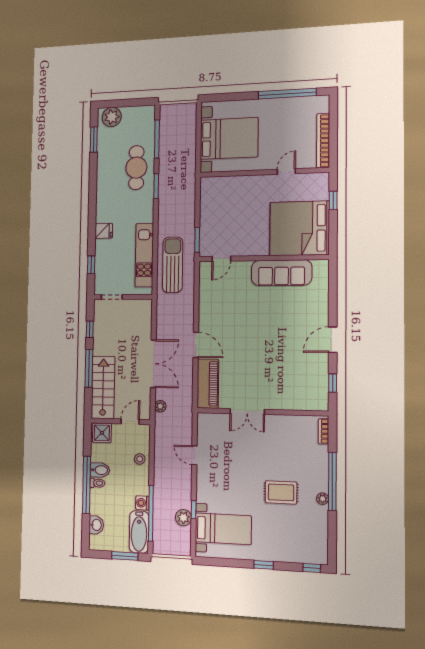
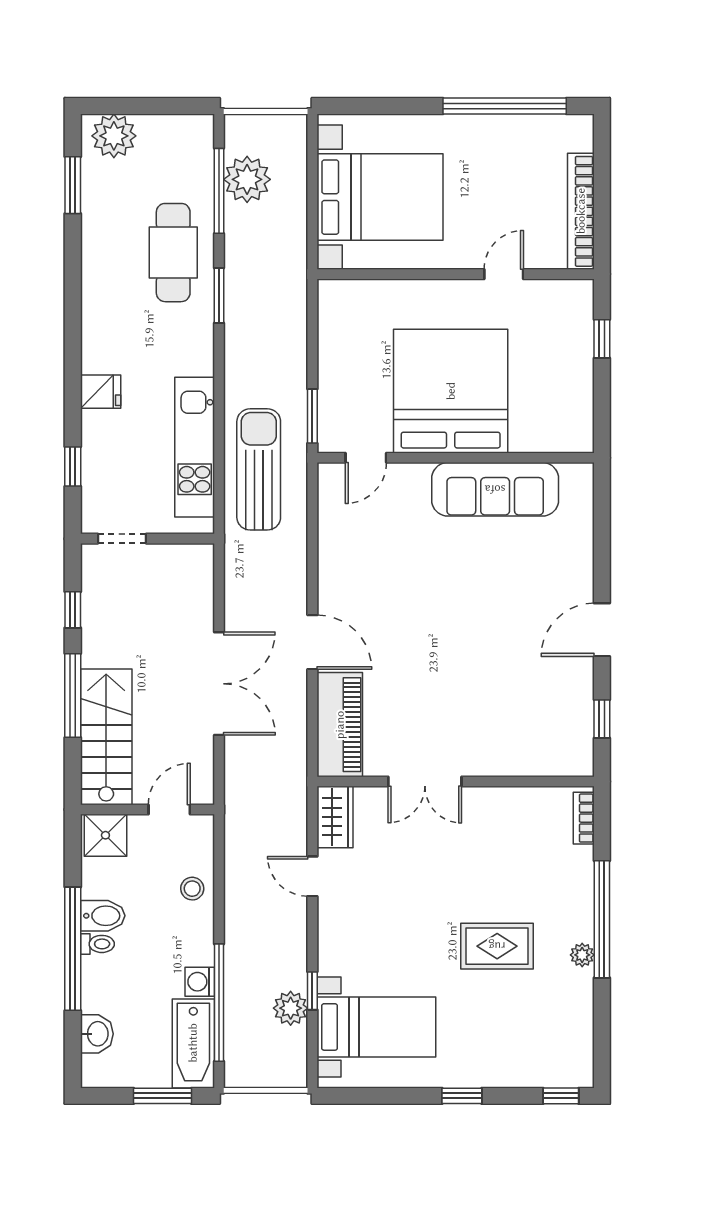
bed: (299, 228) -> (451, 391), moved, turned 90
plant: (160, 406) -> (247, 179), moved, width x1.87, depth x1.87
wardrobe: (205, 427) -> (335, 817), added

